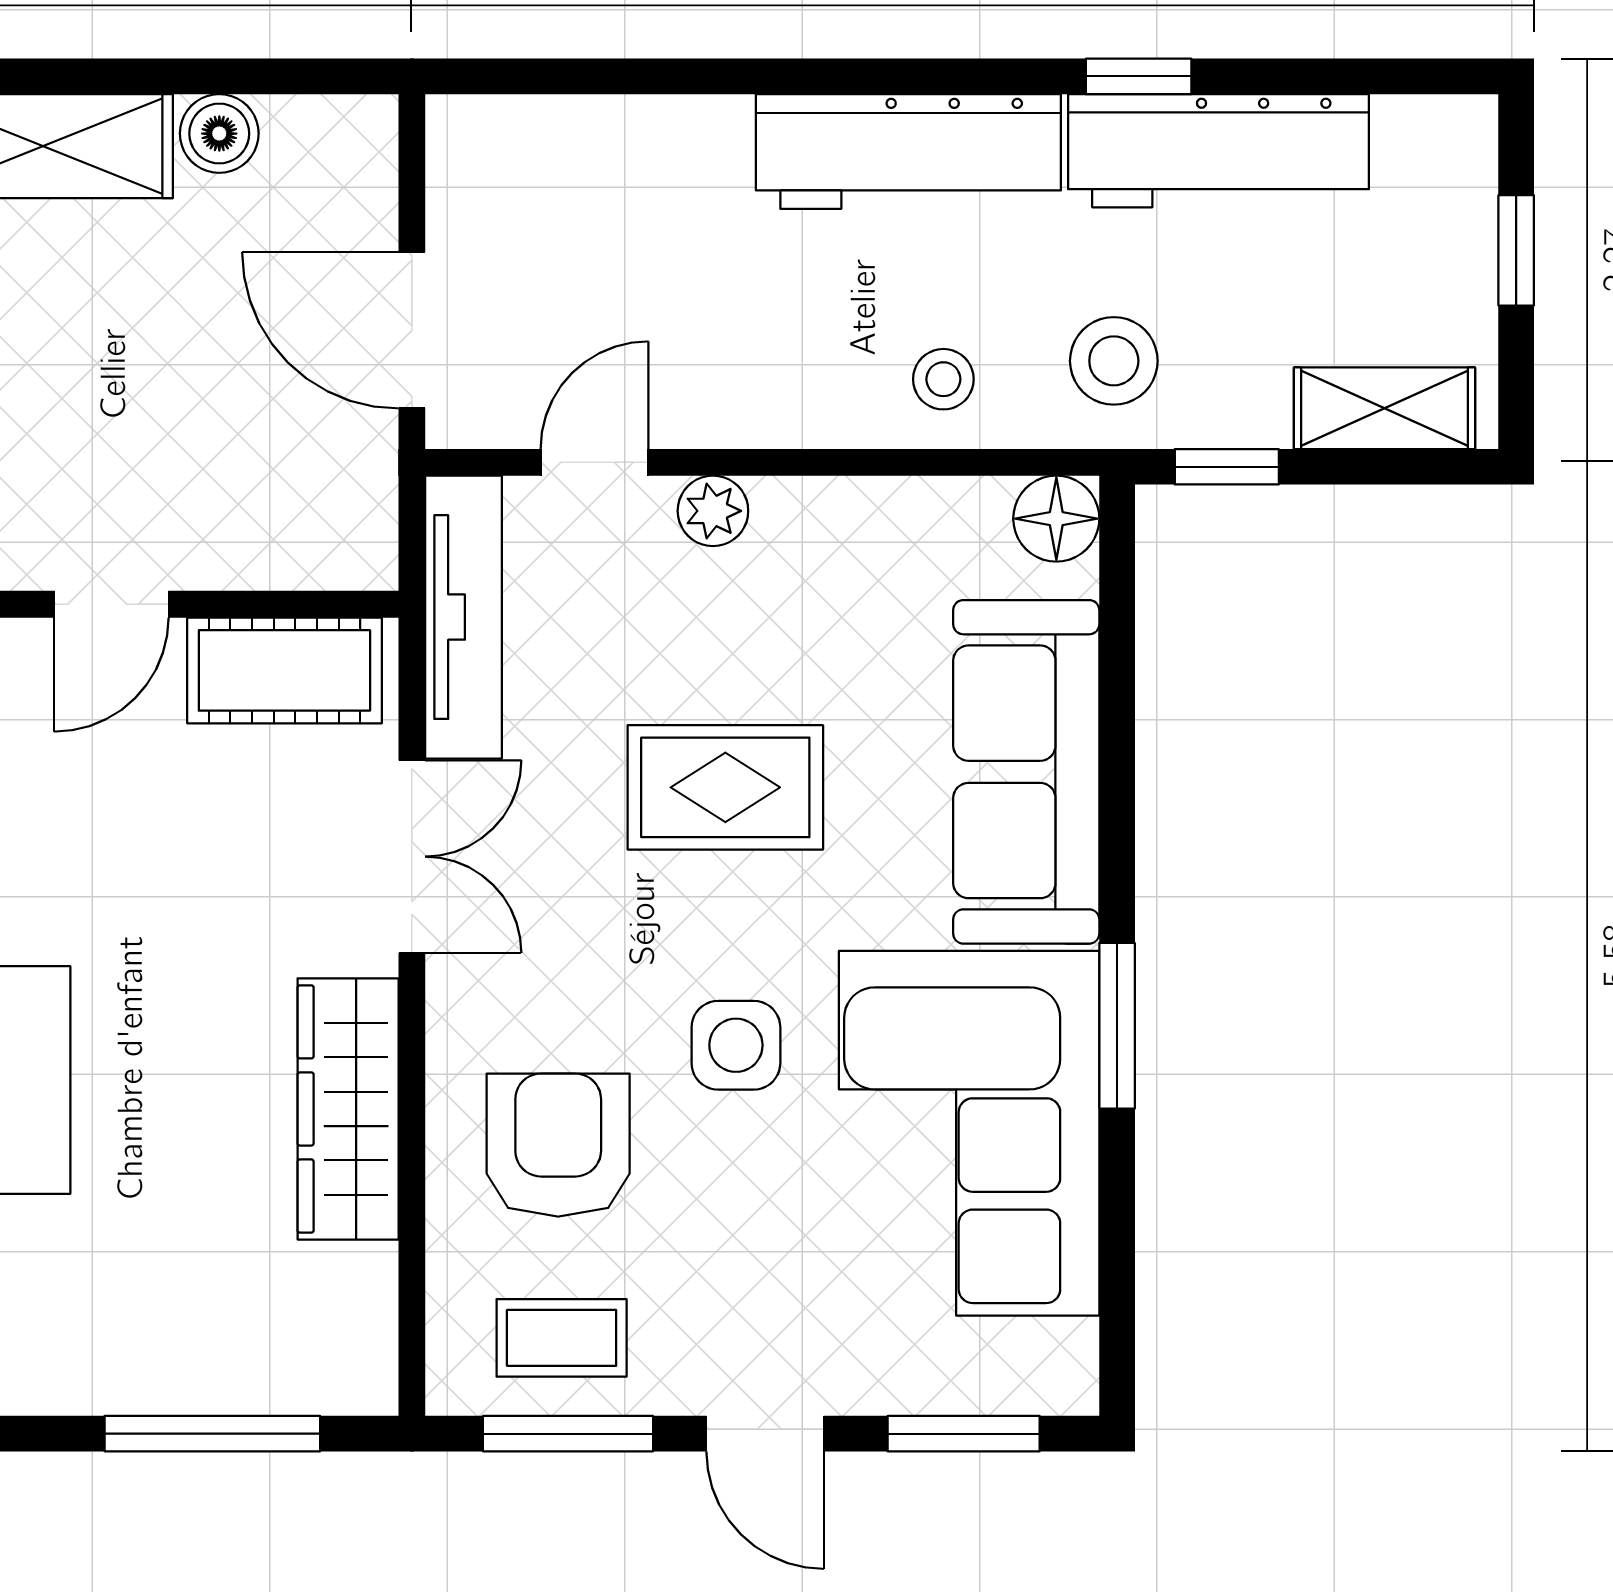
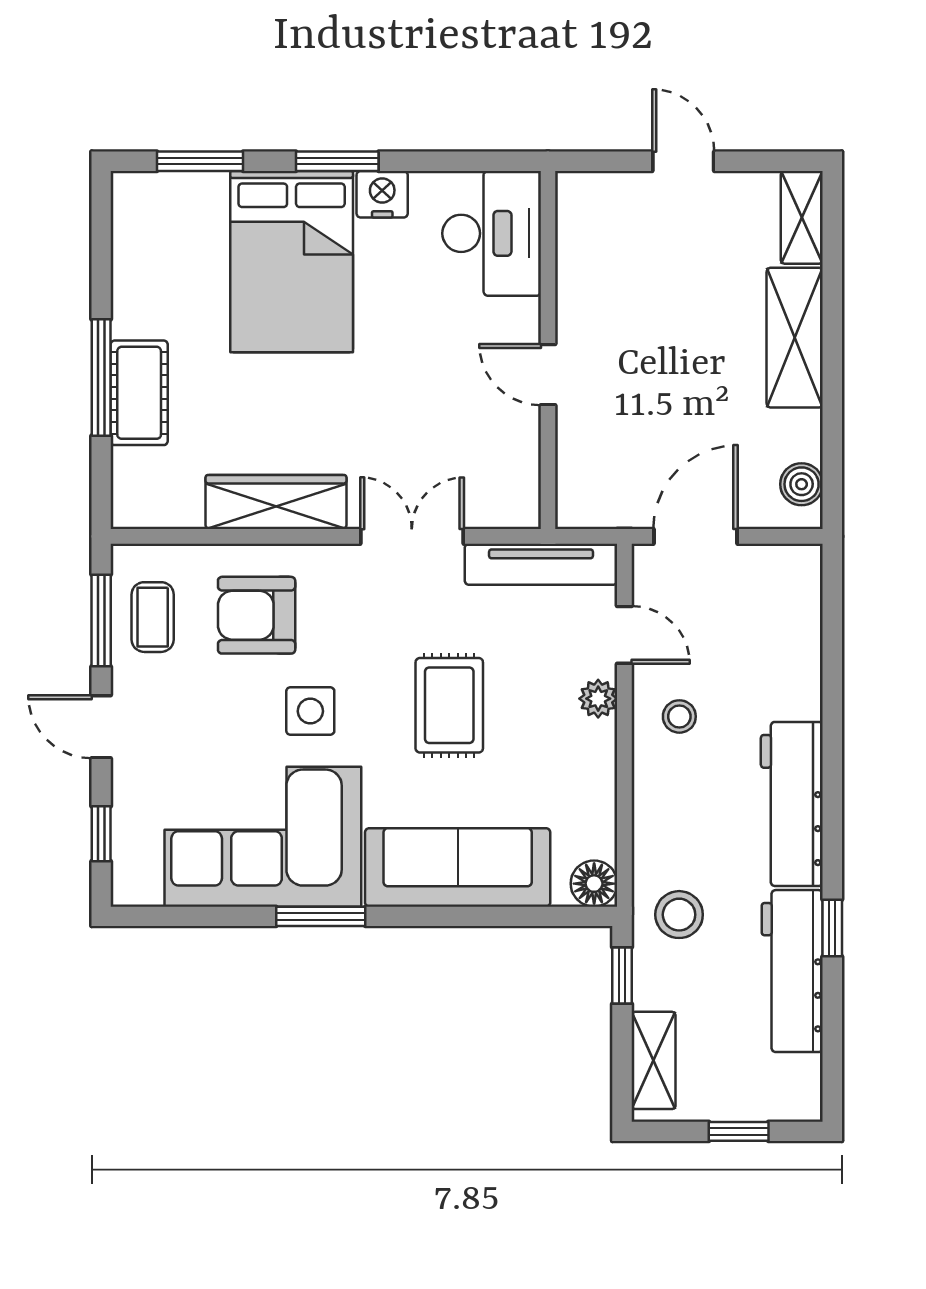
boiler: (219, 134) -> (802, 484), moved
stool: (943, 379) -> (679, 716), moved
cot: (284, 670) -> (139, 393), moved
double door: (412, 857) -> (412, 536), swing flipped
armchair: (558, 1145) -> (257, 615), turned 180
window: (212, 1434) -> (101, 378), moved
door: (765, 1434) -> (101, 727), hinge flipped
window: (964, 1434) -> (101, 834), width x0.67

